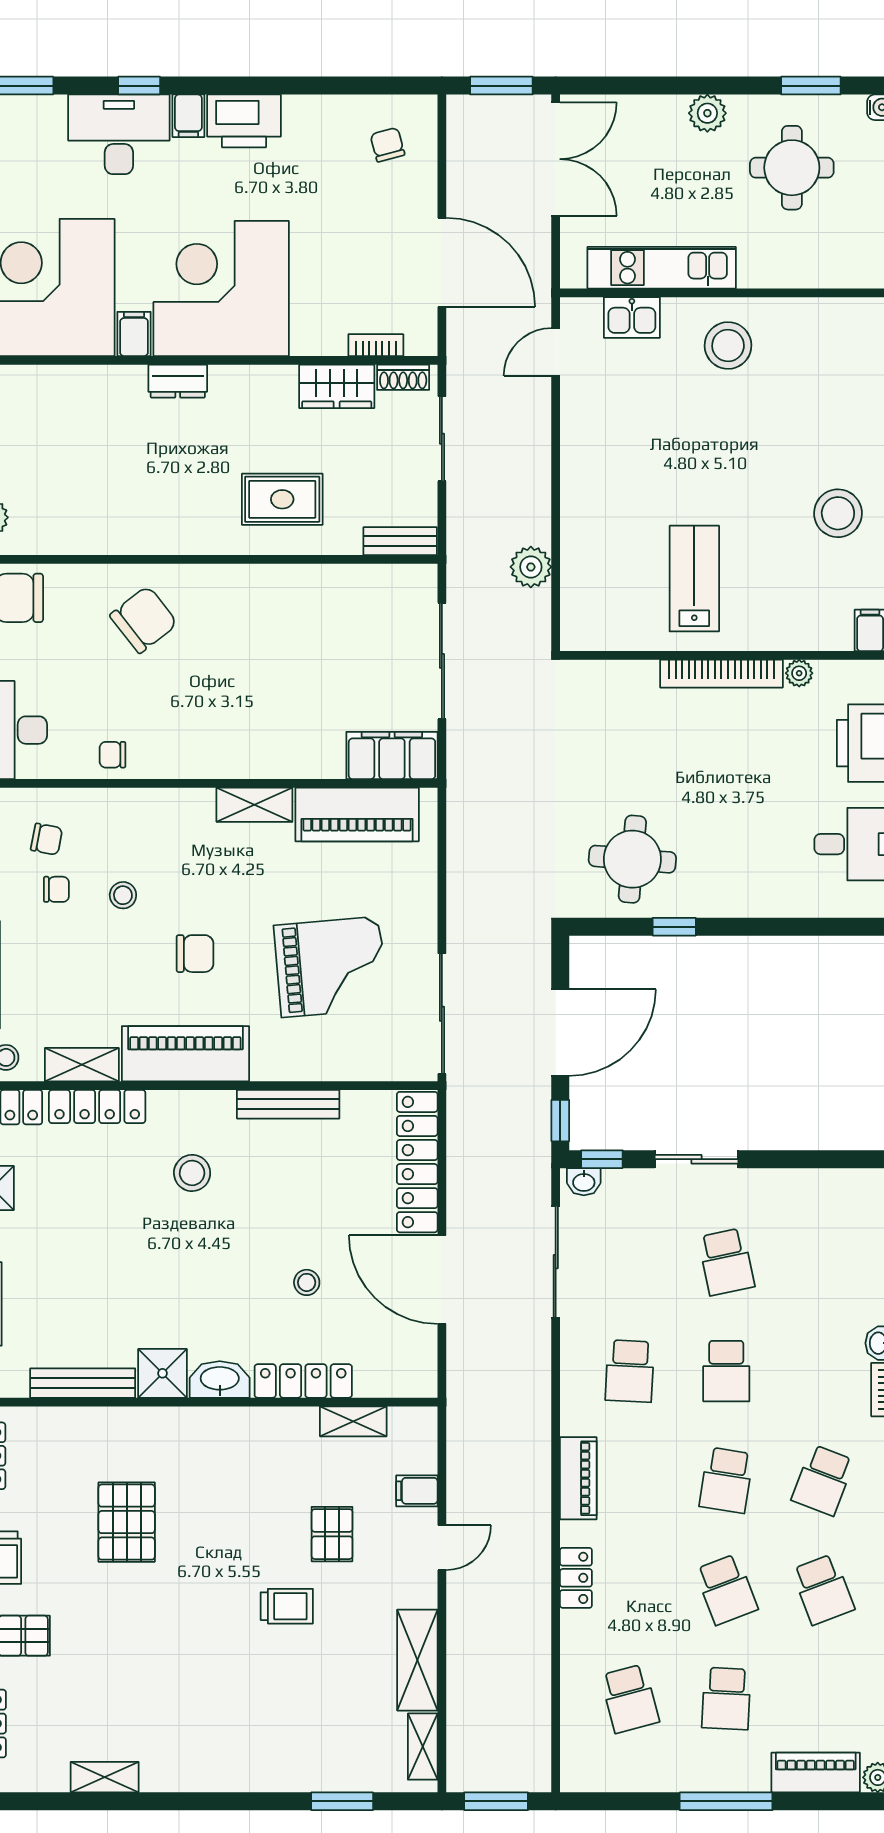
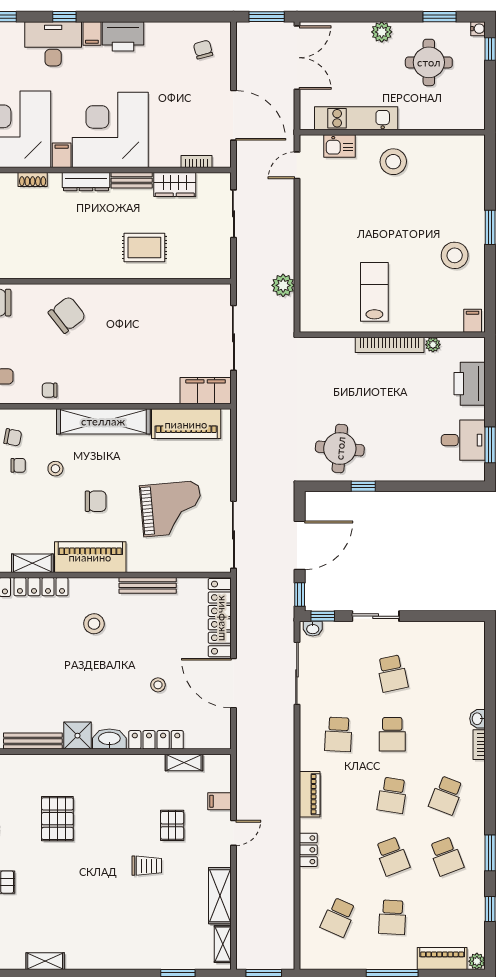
shoe rack: (403, 377) -> (33, 179), moved
dresser: (178, 381) -> (86, 182), width x1.44
bench: (400, 541) -> (132, 180), moved
shelving: (254, 805) -> (103, 421), width x2.20, depth x1.33
school desk: (630, 1699) -> (338, 917), turned 39

